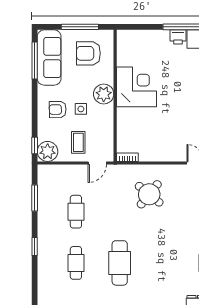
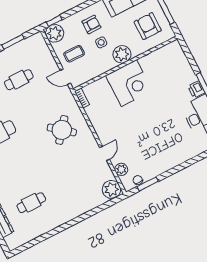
corner desk: (136, 87) -> (129, 83), moved
armchair: (58, 110) -> (91, 24), turned 91

